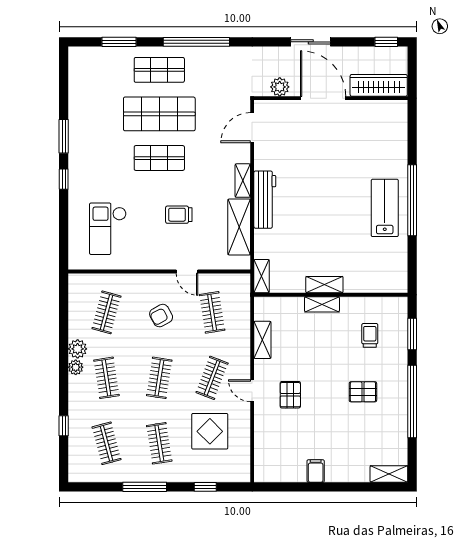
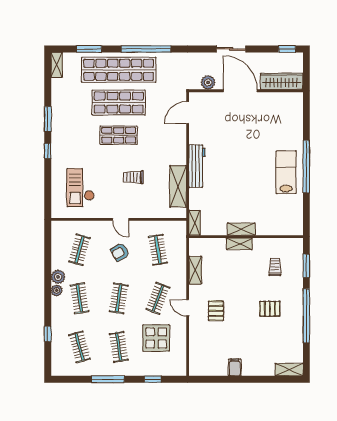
shop shelf: (159, 70) -> (119, 70), width x2.00, depth x1.36
shelving: (243, 181) -> (57, 65), moved
door: (187, 272) -> (121, 219), moved

